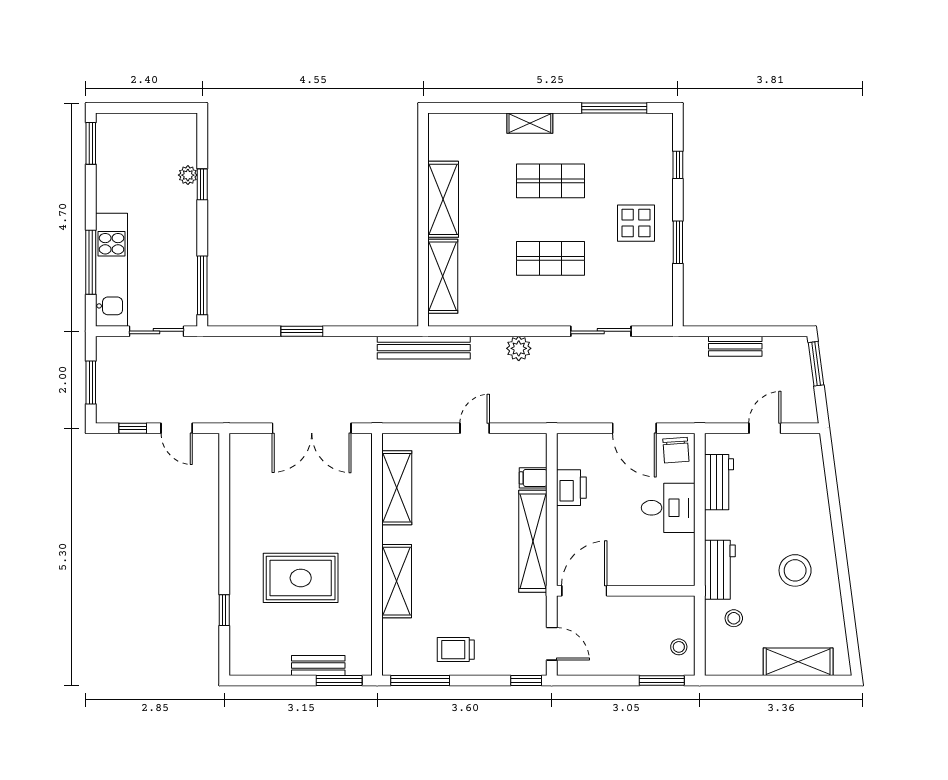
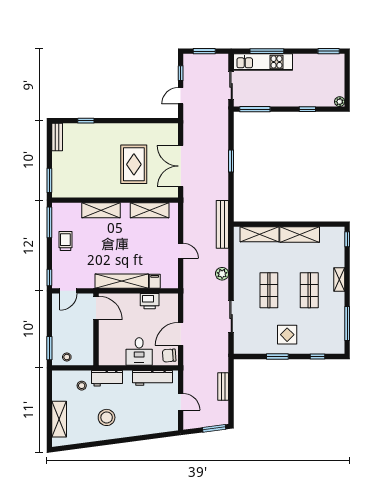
window: (452, 108) -> (347, 239), added
plant: (188, 175) -> (340, 102), moved
workbench: (719, 482) -> (152, 378), width x1.38
rug: (301, 578) -> (134, 164), moved
bench: (318, 665) -> (57, 137), moved

